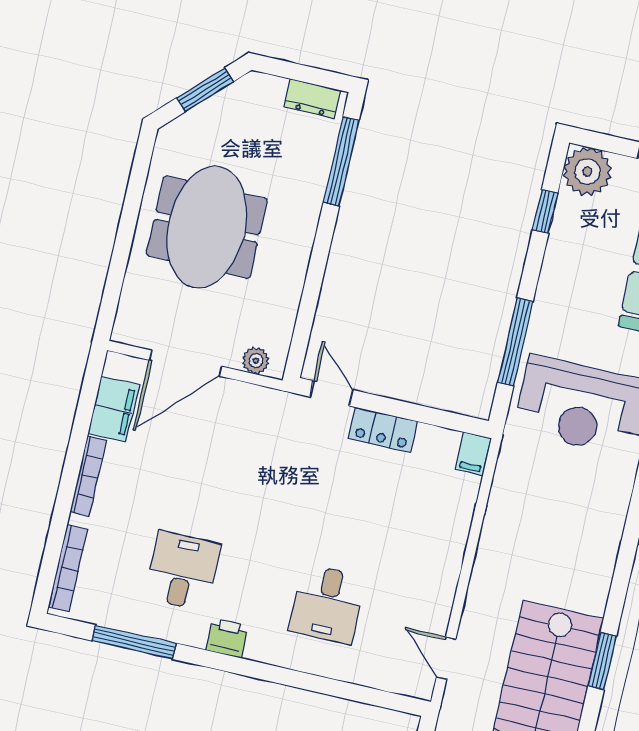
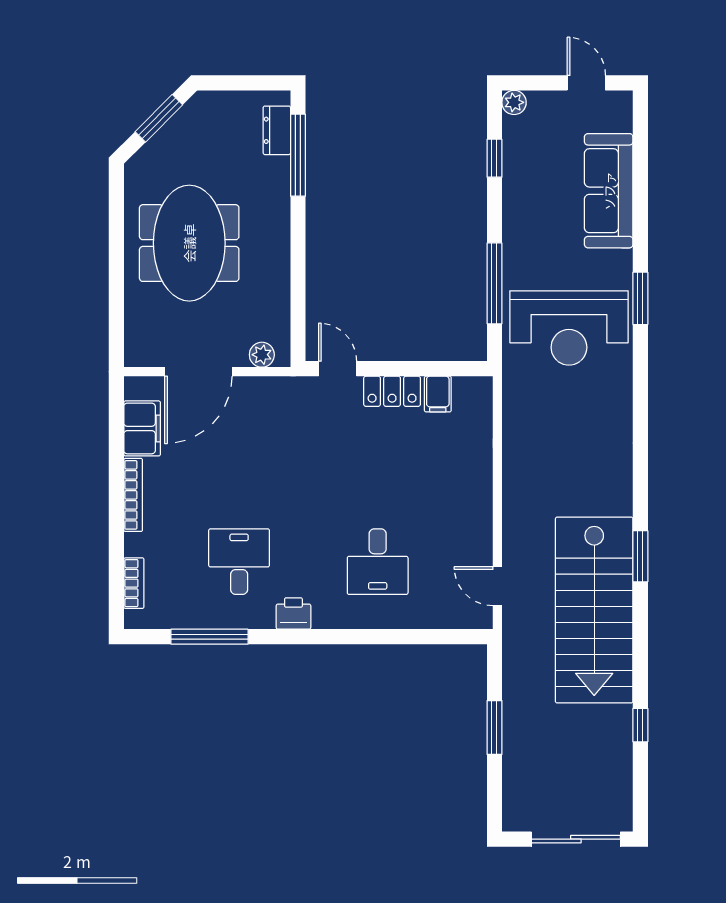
dresser: (312, 99) -> (277, 130), moved, turned 90
plant: (587, 172) -> (514, 102), width x0.53, depth x0.53
filing cabinet: (473, 454) -> (438, 394), moved
bookcase: (68, 568) -> (134, 583), width x0.64

